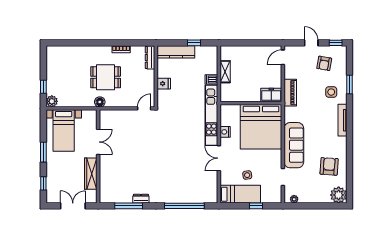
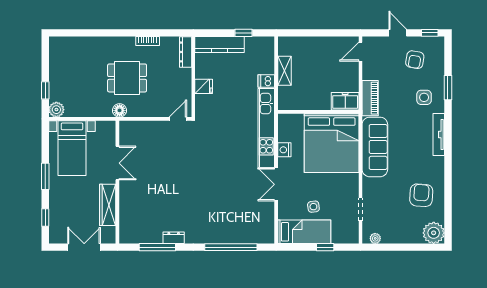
sofa: (294, 145) -> (375, 147), moved

